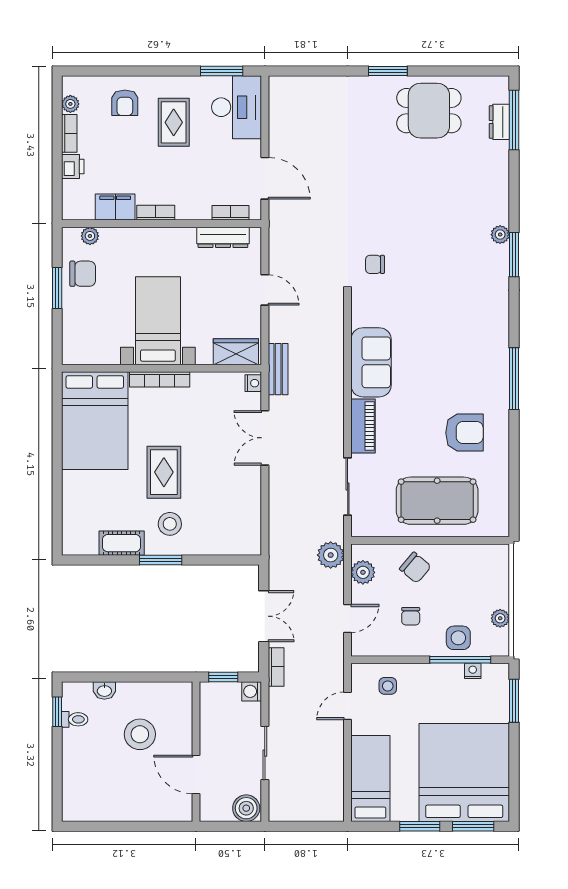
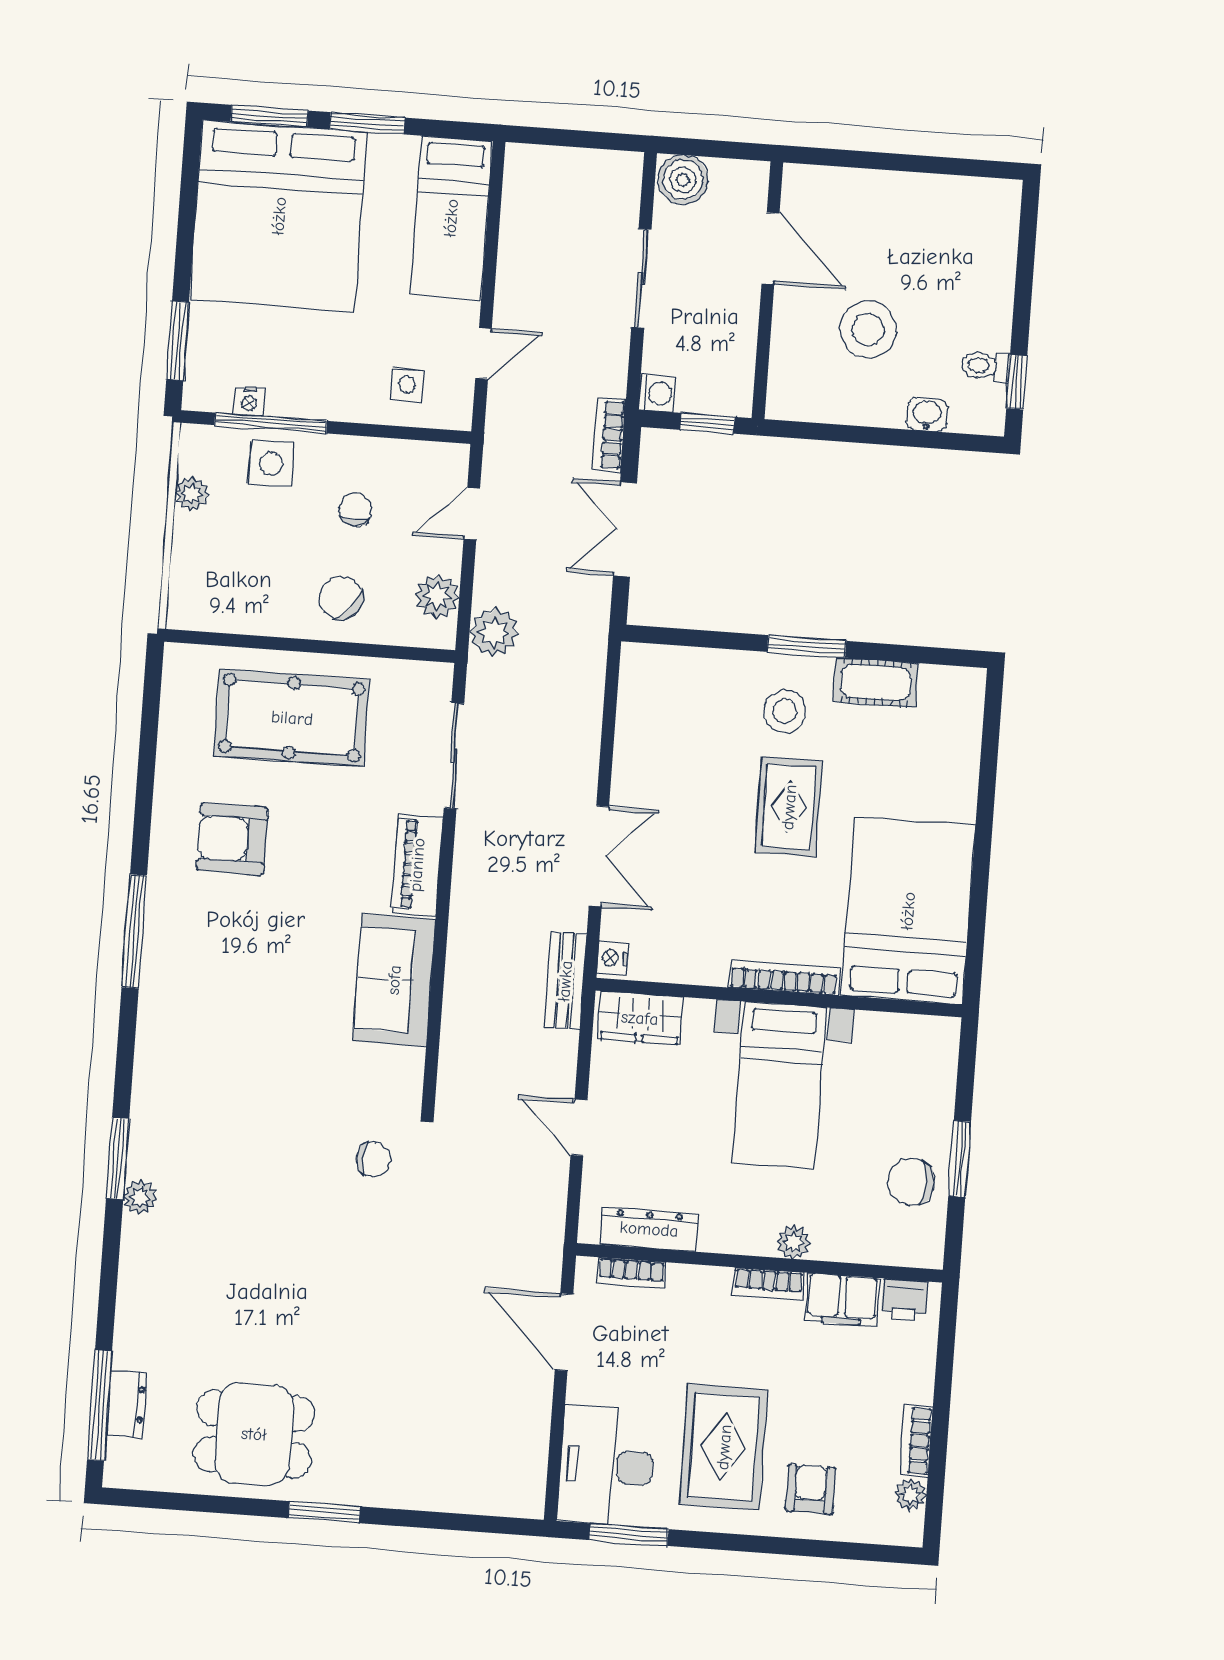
rug: (174, 122) -> (724, 1447), width x1.36, depth x1.43
printer: (73, 166) -> (904, 1300), moved, turned -90
plant: (90, 236) -> (794, 1243), moved

